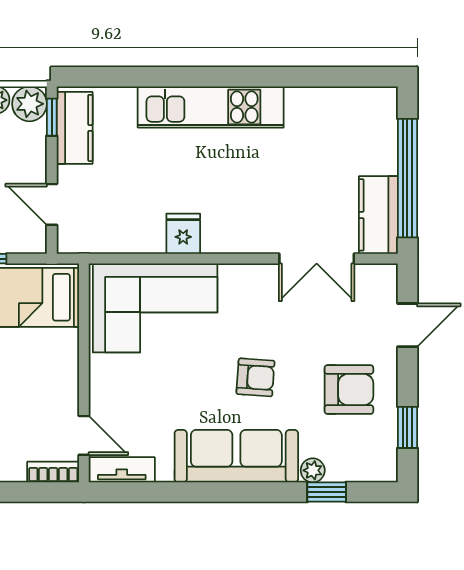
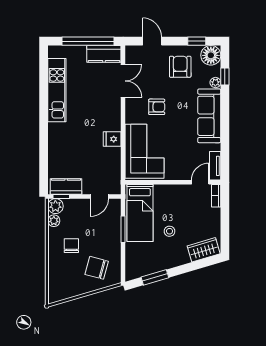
kitchen unit: (211, 107) -> (57, 90), moved
armchair: (255, 377) -> (157, 107), moved, turned 86
floor lamp: (375, 460) -> (211, 55), added

